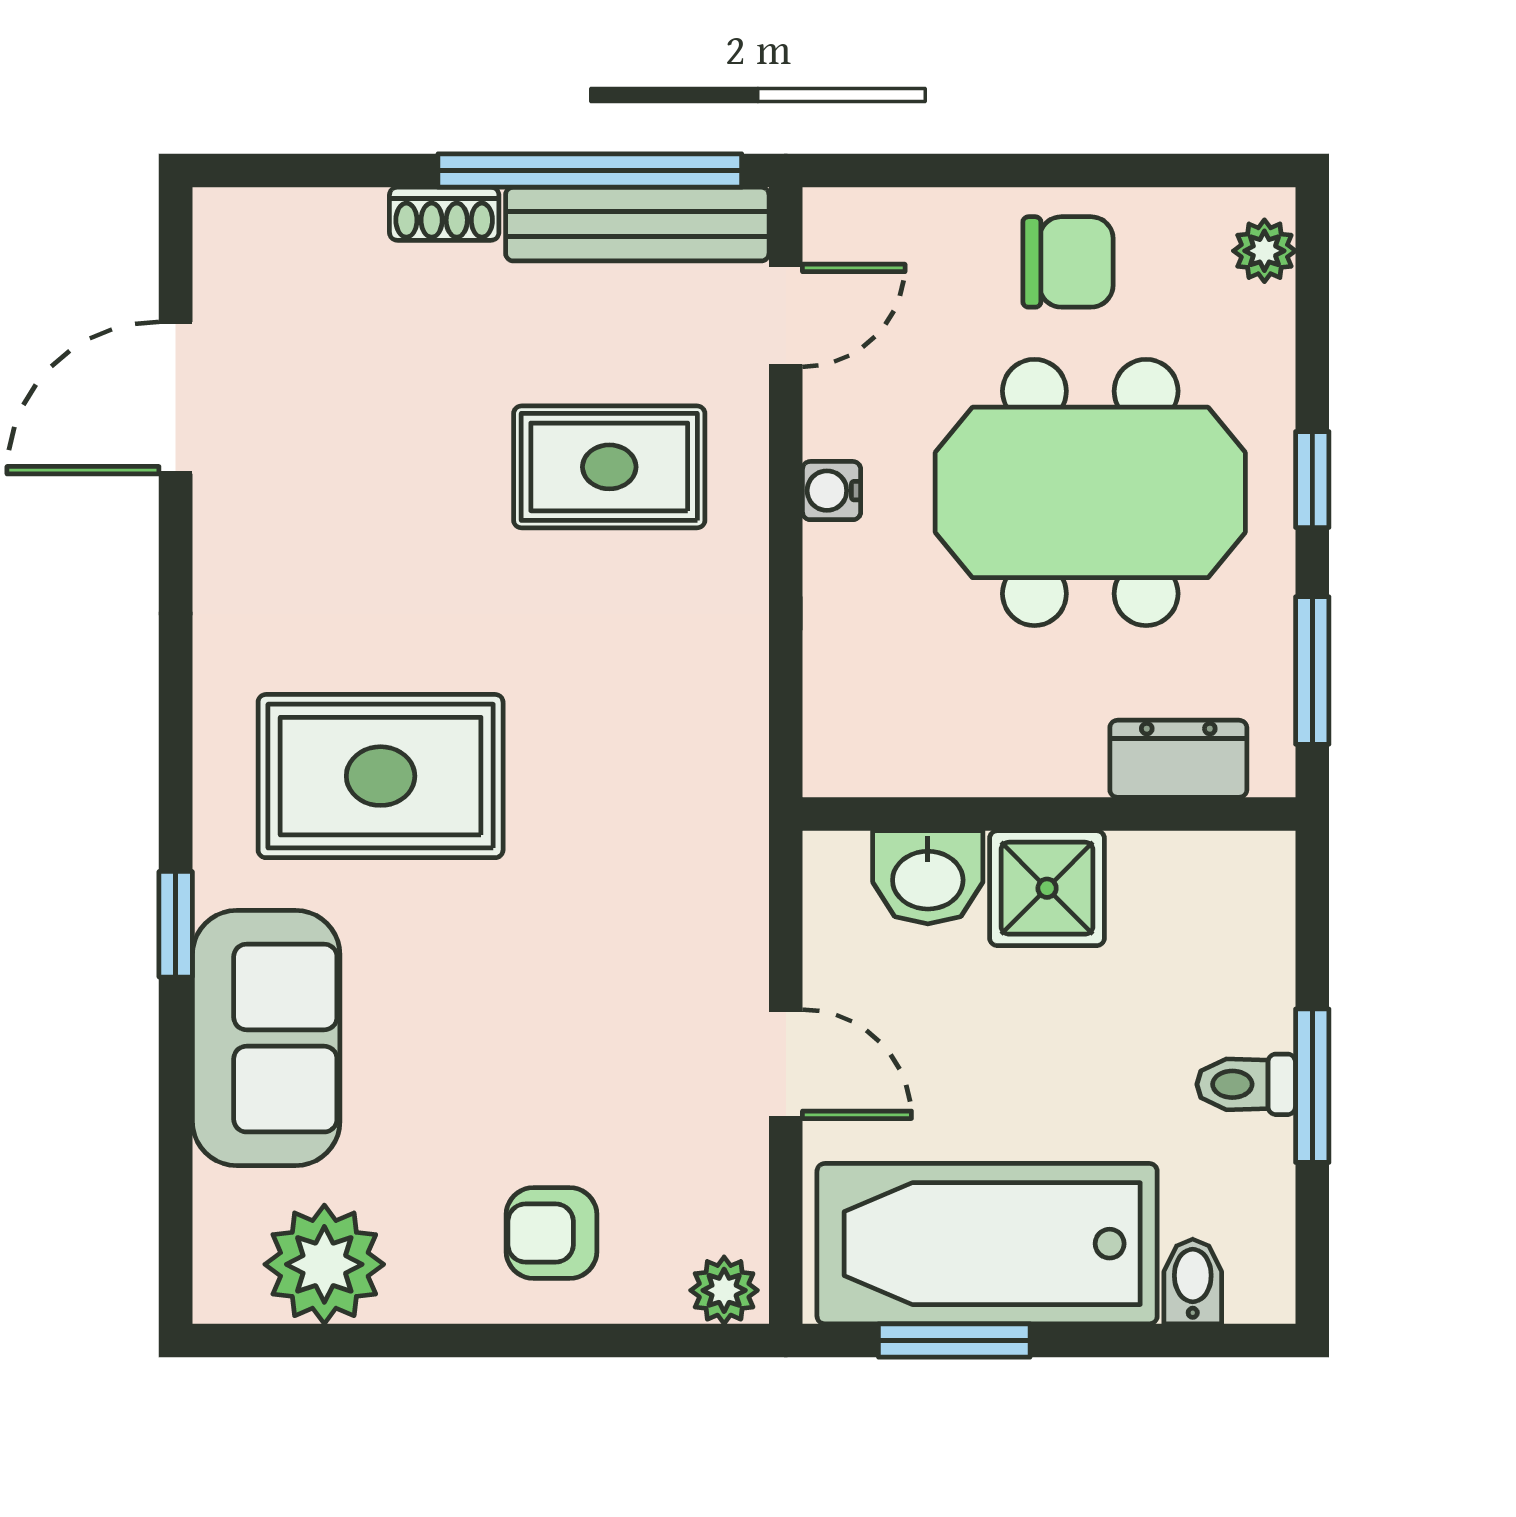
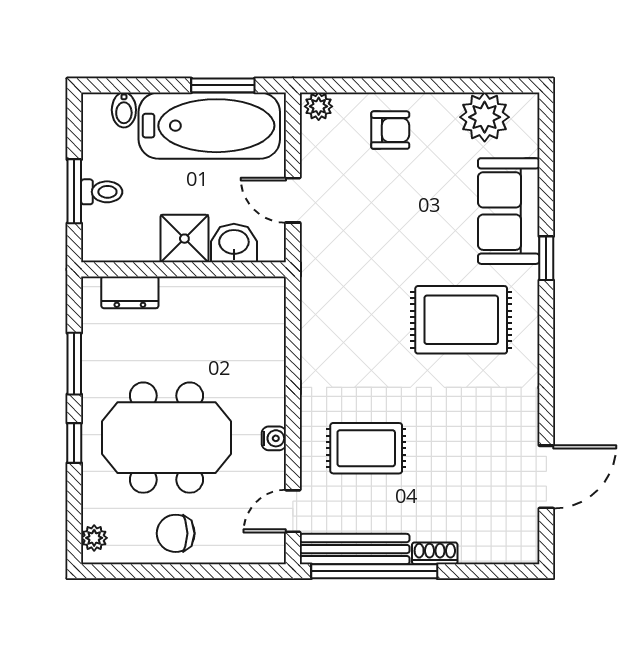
dresser: (1178, 759) -> (130, 292), moved
wall: (1049, 814) -> (184, 269), moved
washbasin: (928, 877) -> (234, 243), moved
shower: (1047, 888) -> (184, 239), moved

